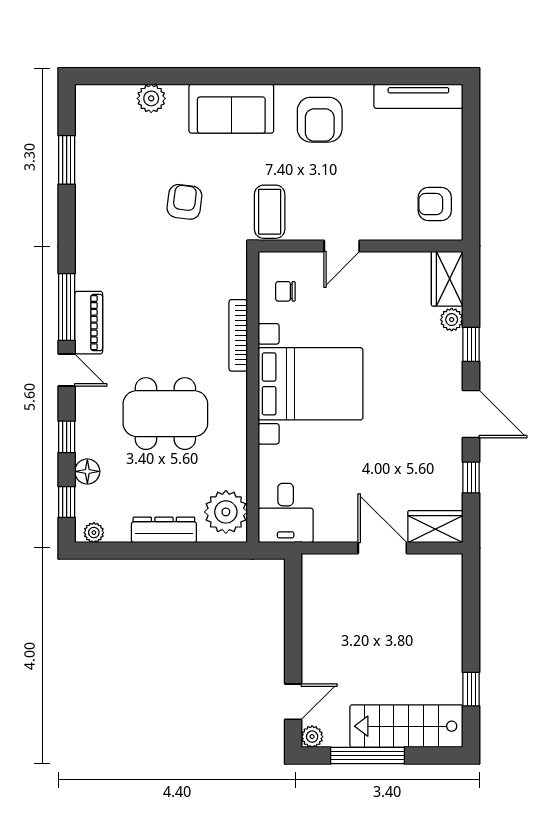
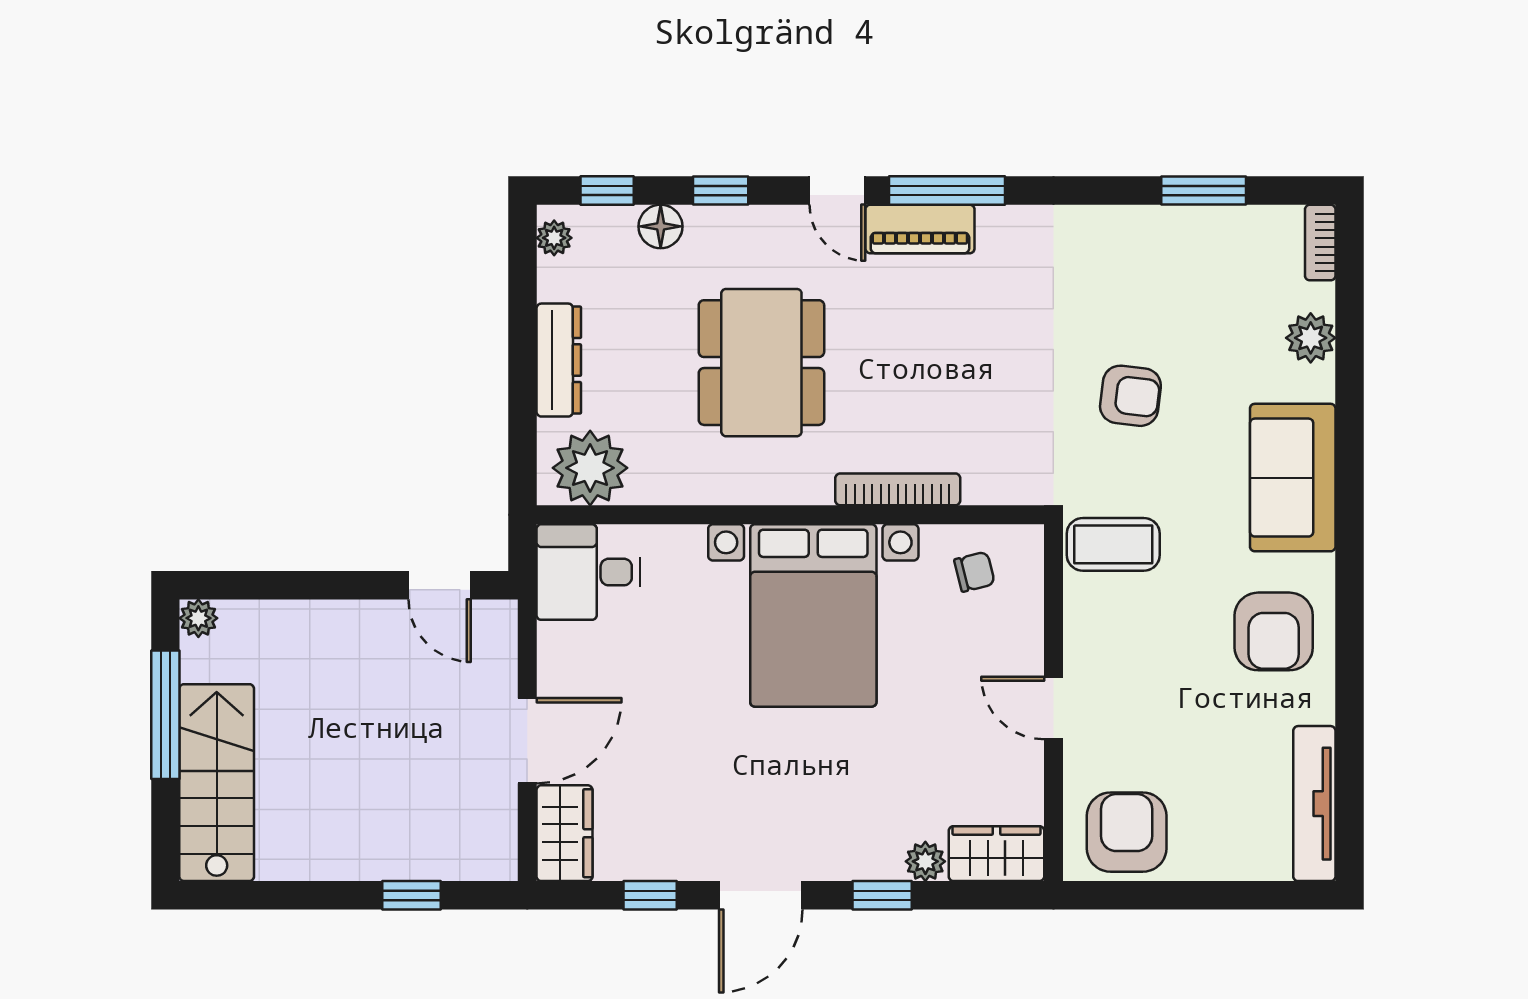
bookcase: (97, 93) -> (1320, 243), added
armchair: (320, 120) -> (1274, 631), turned -90
armchair: (435, 204) -> (1127, 832), width x1.38, depth x1.38
door: (342, 246) -> (1053, 708), moved
chair: (285, 291) -> (974, 572), turned 76
door: (67, 370) -> (837, 191), hinge flipped
window: (471, 689) -> (412, 895), moved
door: (293, 702) -> (440, 585), moved

